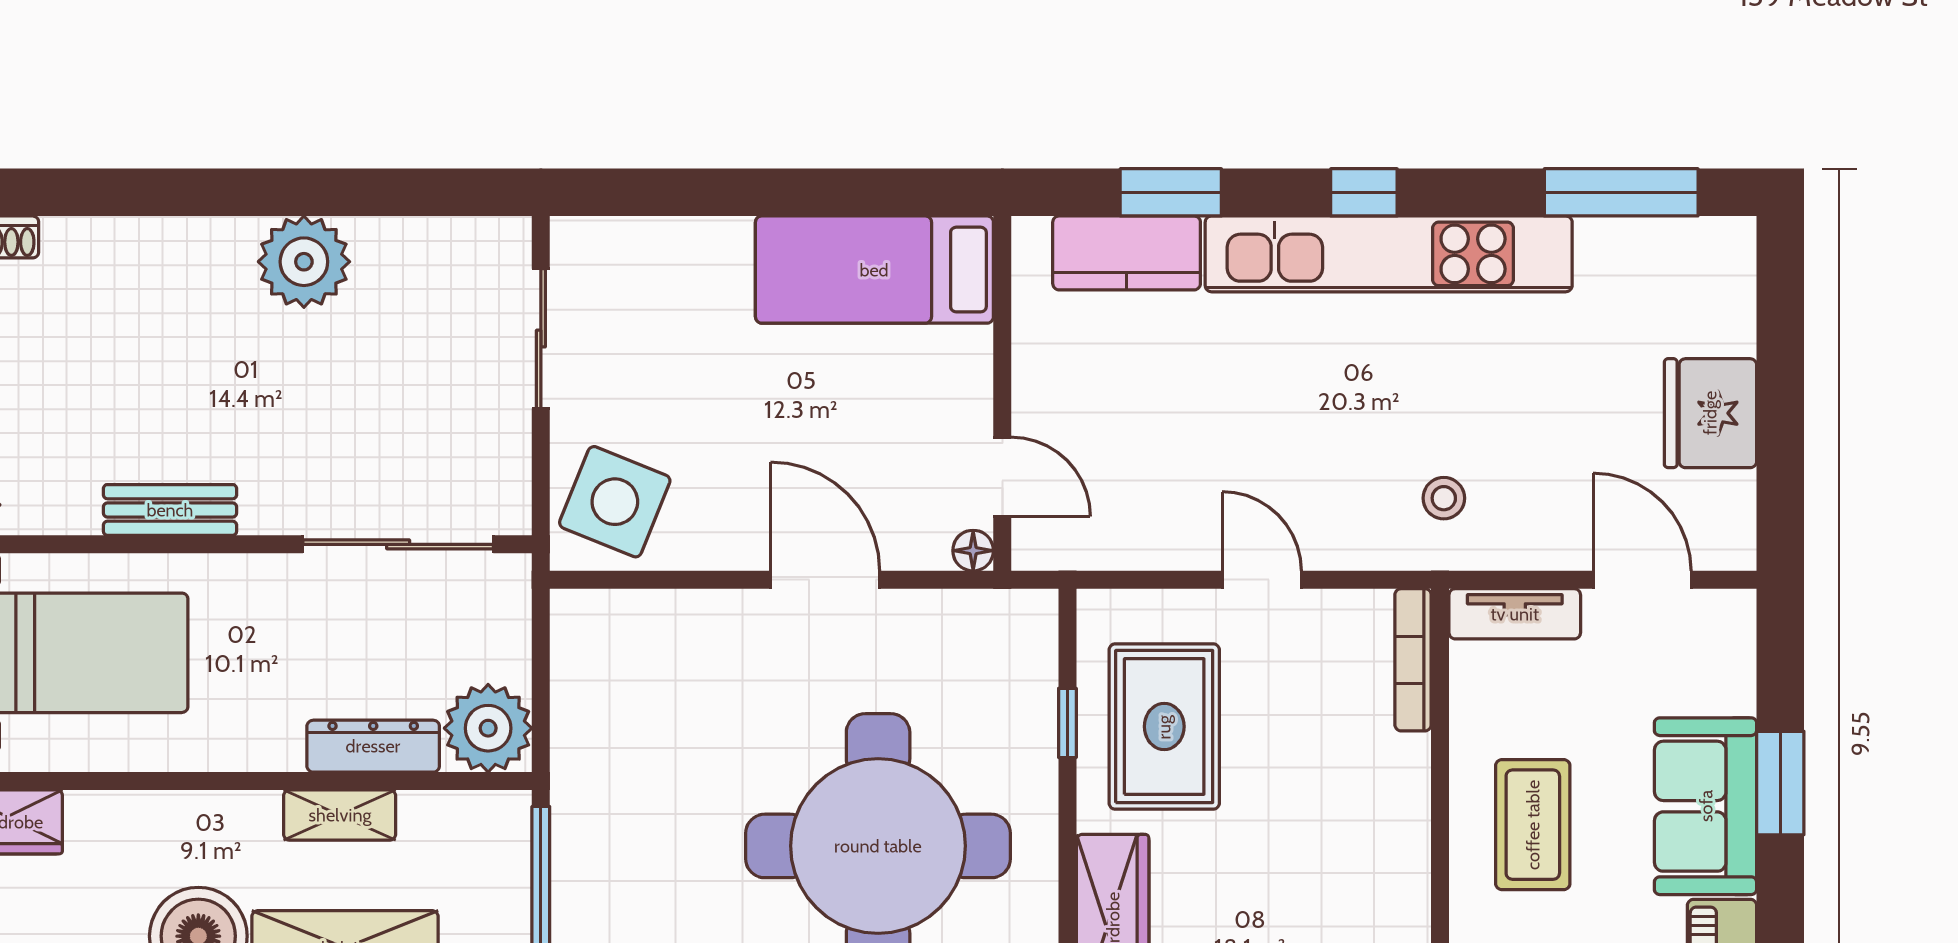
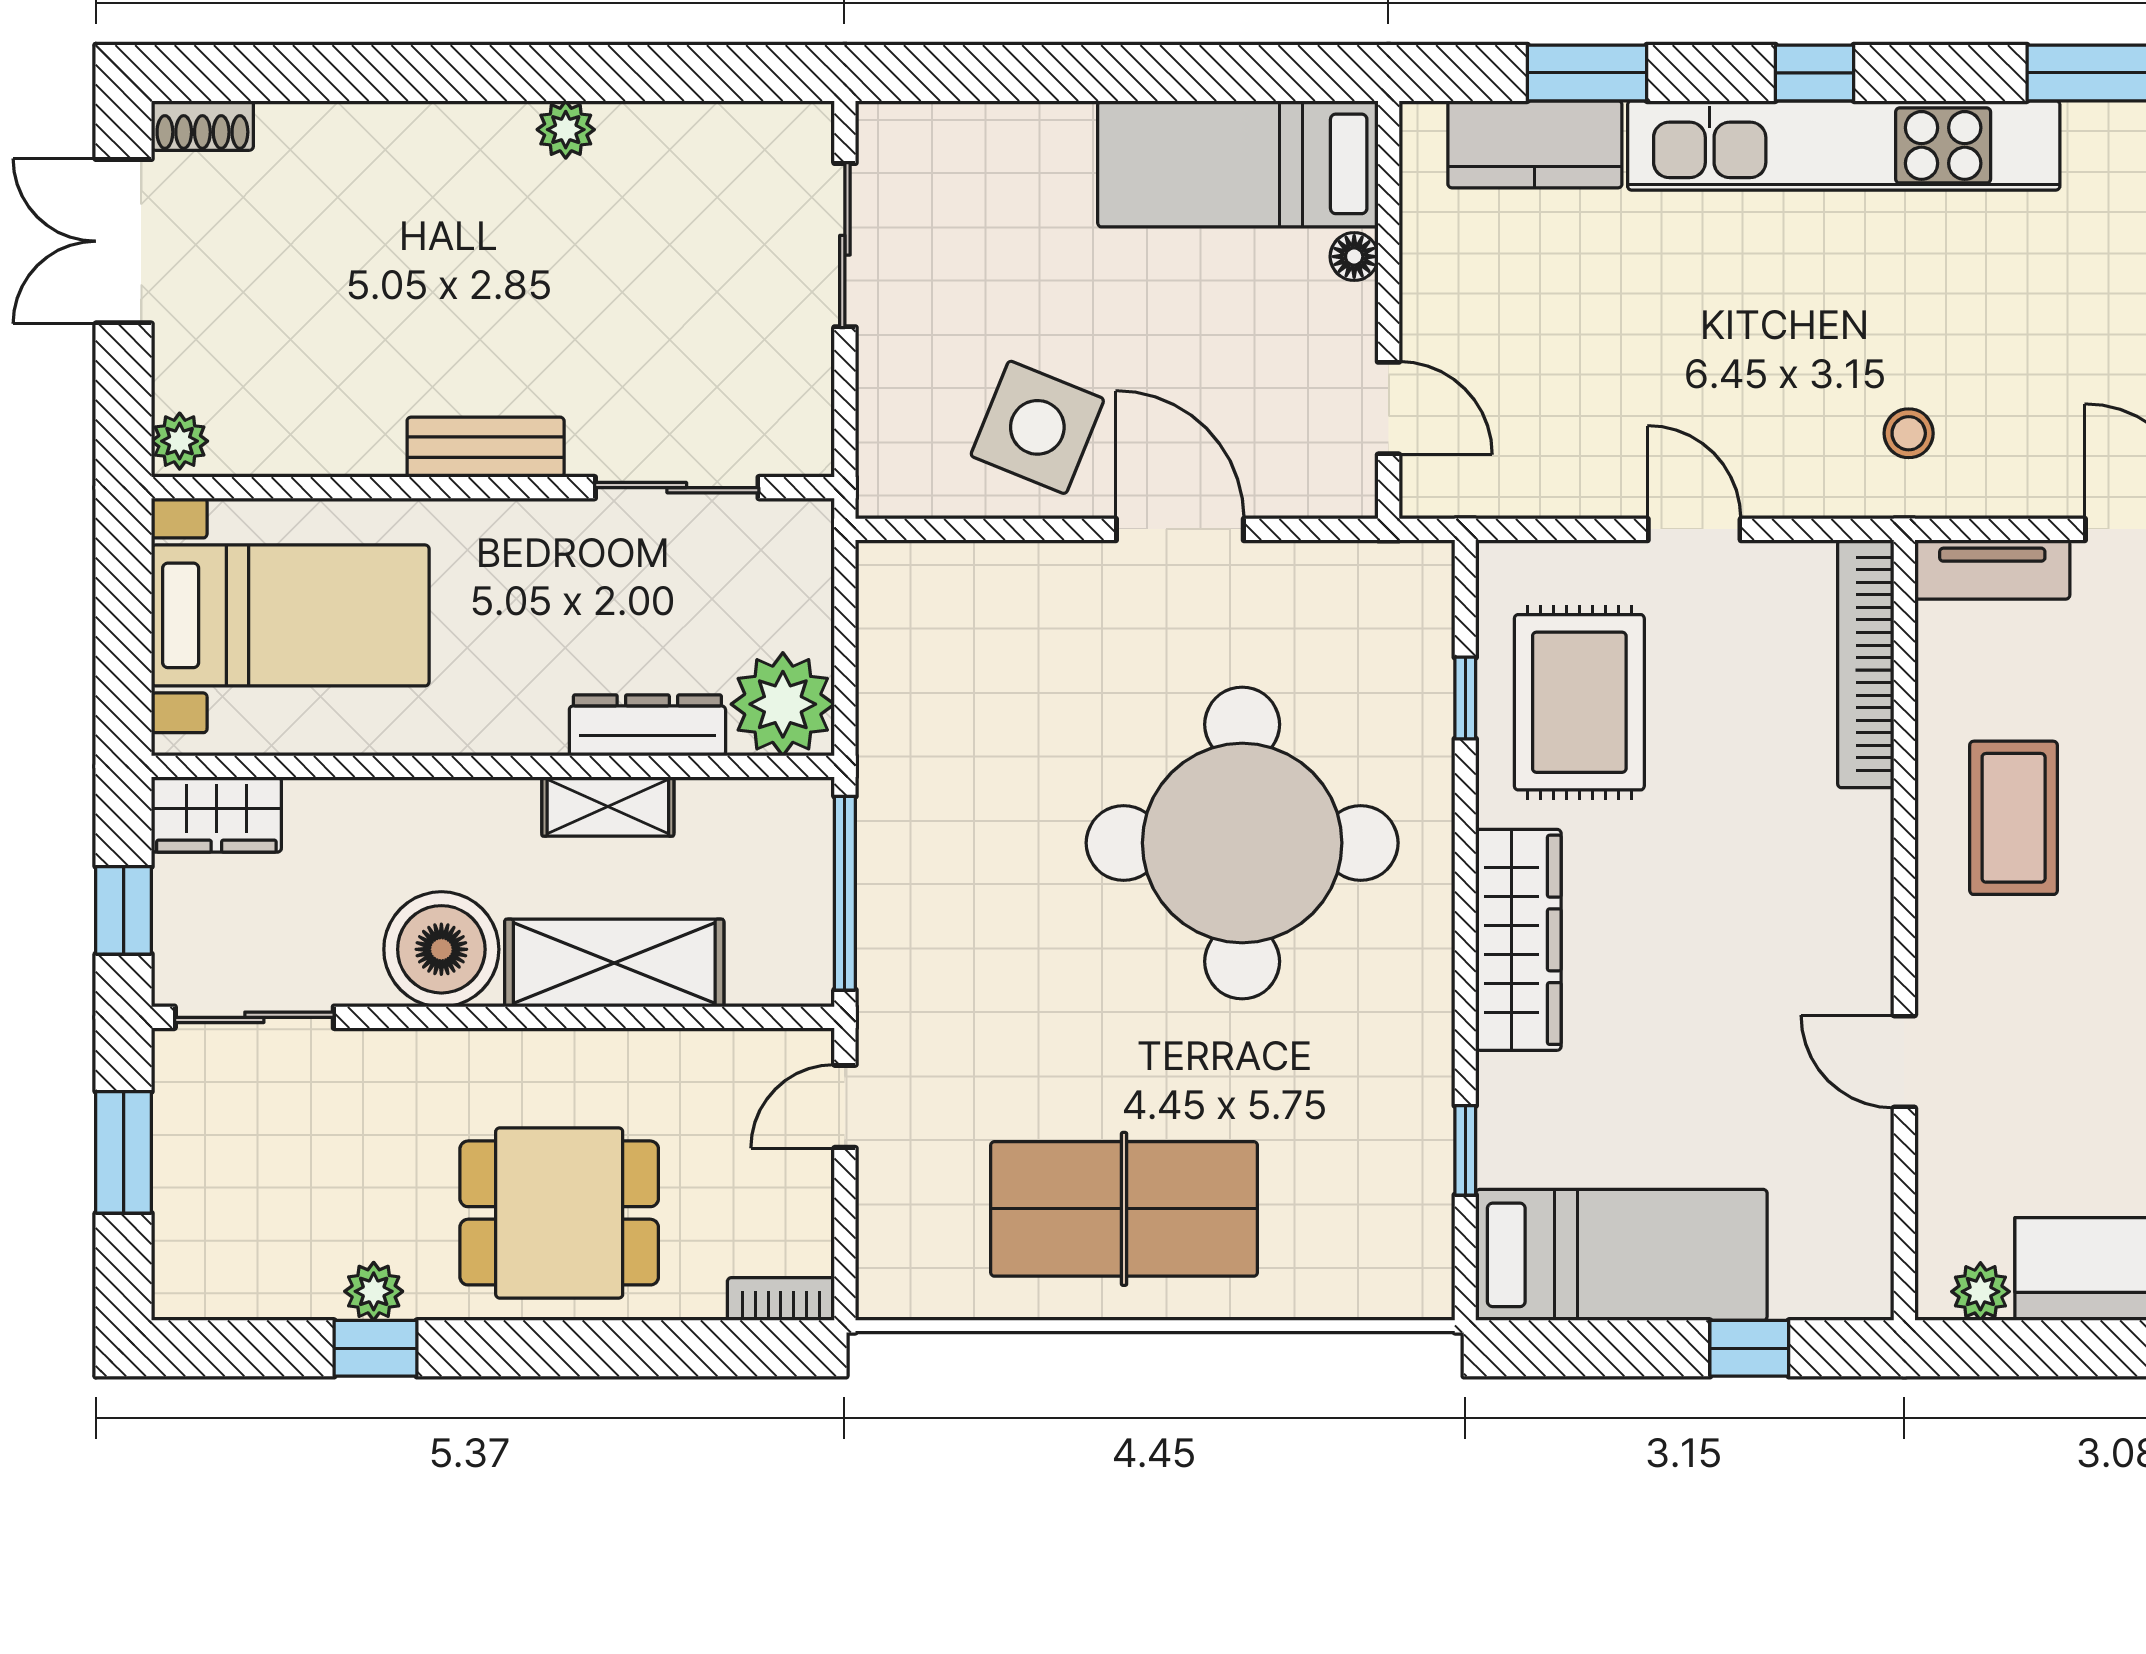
plant: (304, 262) -> (566, 130), width x0.53, depth x0.53
side table: (615, 502) -> (1037, 427), moved
bench: (170, 510) -> (486, 447), moved
sliding door: (398, 544) -> (677, 488), width x0.73
floor lamp: (973, 551) -> (1354, 257), moved
bookcase: (1413, 660) -> (1866, 664), width x1.48, depth x1.31

